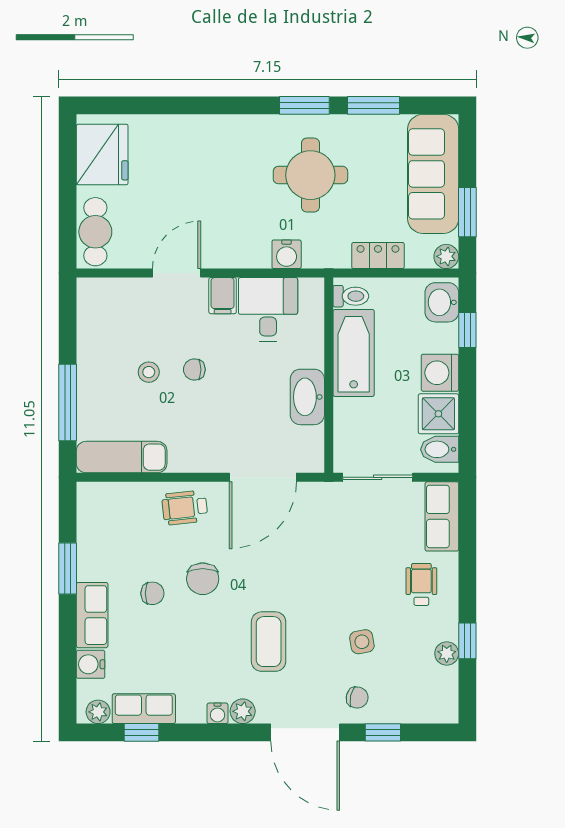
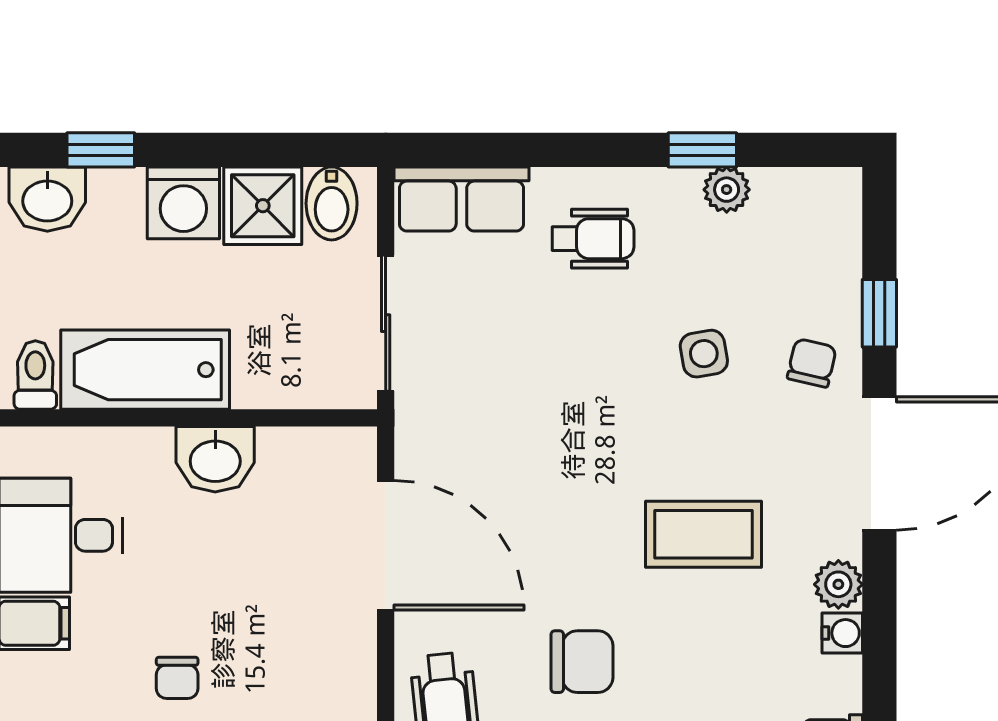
washbasin: (307, 397) -> (215, 459), width x0.72
wheelchair: (421, 584) -> (593, 239), turned 180

